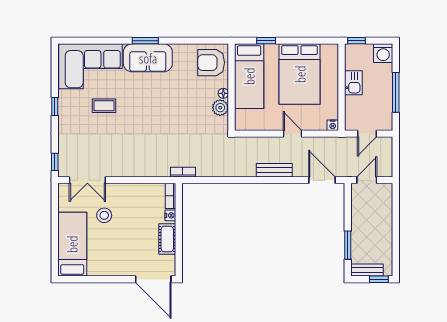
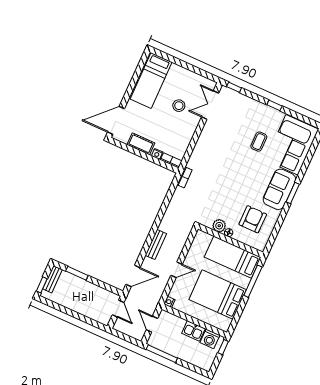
window: (266, 41) -> (253, 281), width x2.17
washing machine: (383, 53) -> (210, 339), moved, turned -90
armchair: (211, 63) -> (253, 219), moved
window: (396, 92) -> (162, 354), moved
bed: (72, 244) -> (151, 81), moved, turned 90

